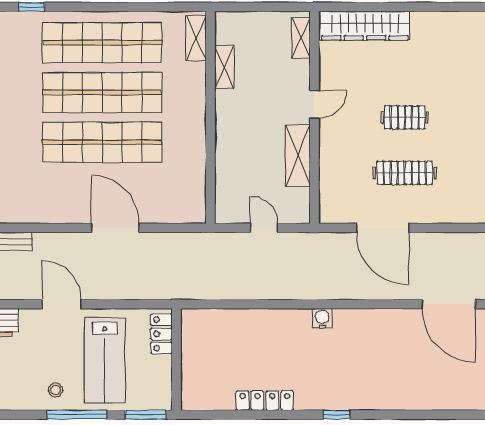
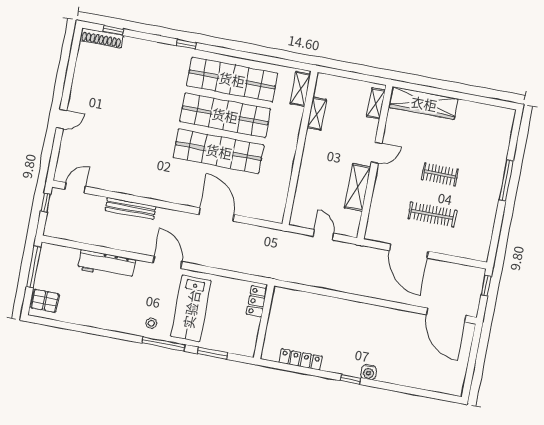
water cooler: (322, 318) -> (369, 372), moved, turned 180
locker: (161, 334) -> (257, 301), moved
wall: (176, 359) -> (264, 322), moved

